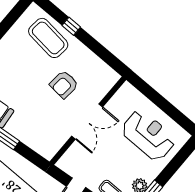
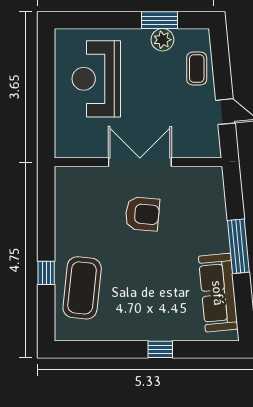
armchair: (64, 84) -> (142, 214), moved

